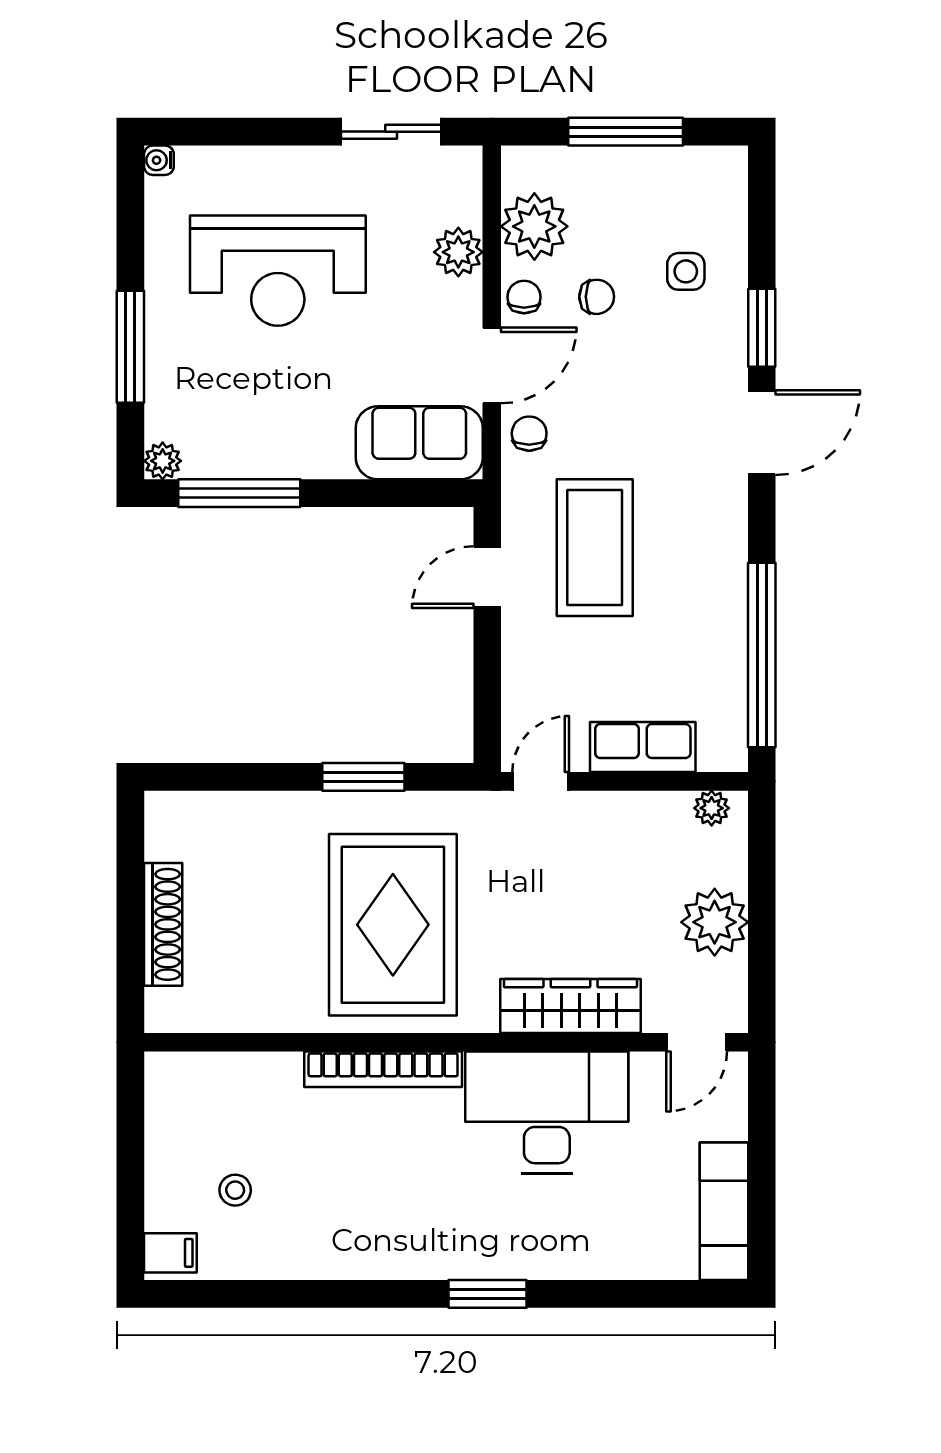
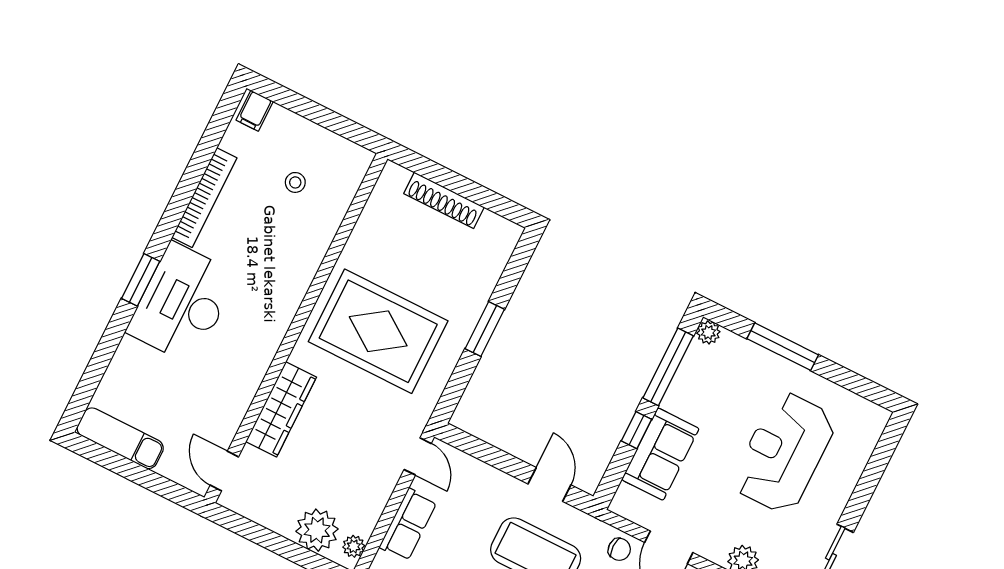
water cooler: (159, 160) -> (881, 416), removed
sofa: (419, 443) -> (660, 454), moved
window: (350, 493) -> (636, 430), added
window: (363, 777) -> (485, 329), moved
plant: (715, 922) -> (317, 530), moved
bookcase: (383, 1069) -> (204, 198), moved, turned 180
desk: (547, 1112) -> (182, 303), moved, turned 180
stool: (235, 1190) -> (295, 182), moved

